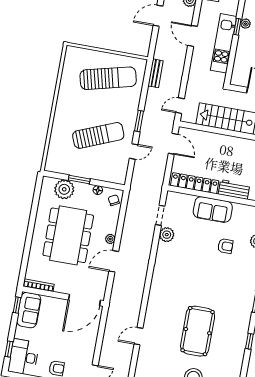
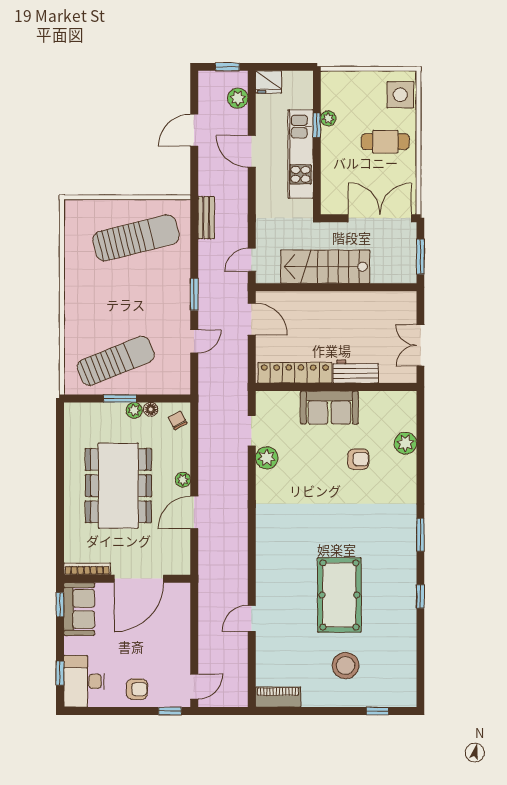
sun lounger: (98, 135) -> (116, 361), moved
plant: (64, 189) -> (134, 410), moved, width x0.53, depth x0.53
door: (84, 300) -> (139, 579), moved

